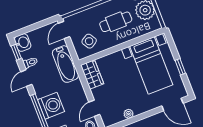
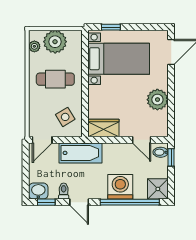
cafe table: (116, 22) -> (55, 79), turned 90
door: (64, 30) -> (42, 140), hinge flipped
window: (180, 67) -> (111, 27), moved
plant: (129, 114) -> (157, 100), width x1.88, depth x1.88

